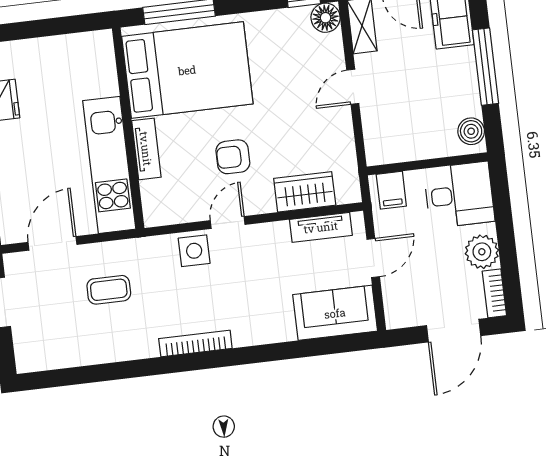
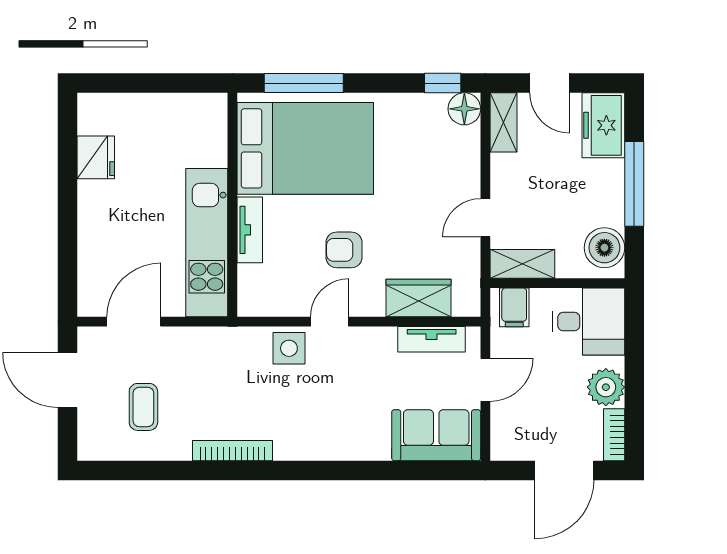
door: (353, 87) -> (485, 218), moved
boiler: (471, 131) -> (604, 248), width x1.36, depth x1.36
shelving: (394, 150) -> (522, 264), added
coffee table: (109, 290) -> (143, 407), moved, turned 90
bookcase: (195, 343) -> (232, 451), moved

